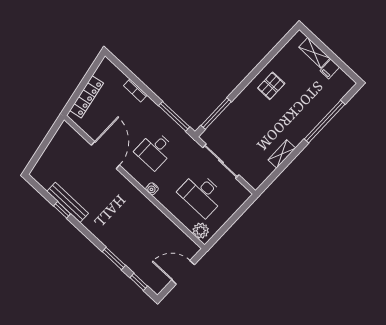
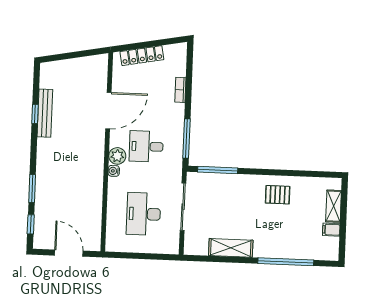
shelving: (282, 154) -> (231, 248), width x1.50, depth x1.33
plant: (201, 231) -> (117, 156), moved

